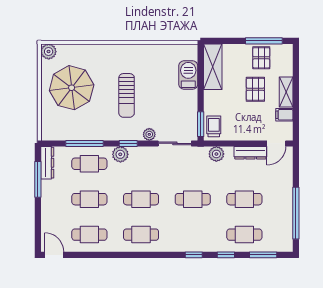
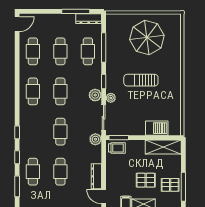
plant: (49, 52) -> (175, 20), removed
plant: (120, 154) -> (95, 95), moved
plant: (216, 154) -> (95, 139), moved

